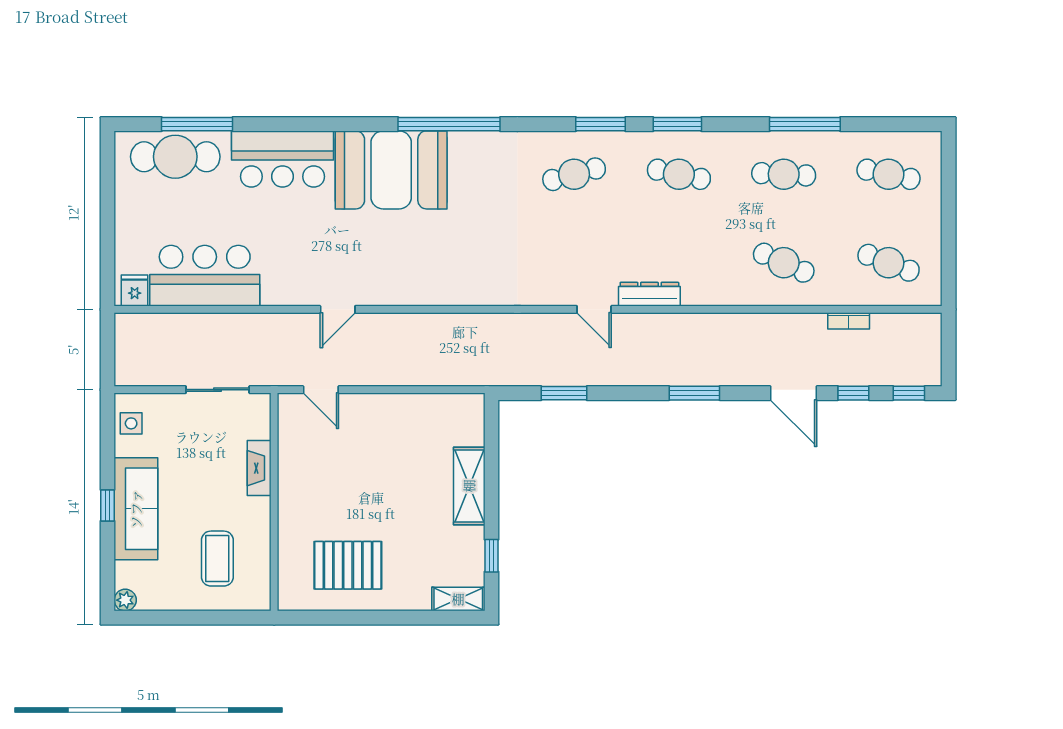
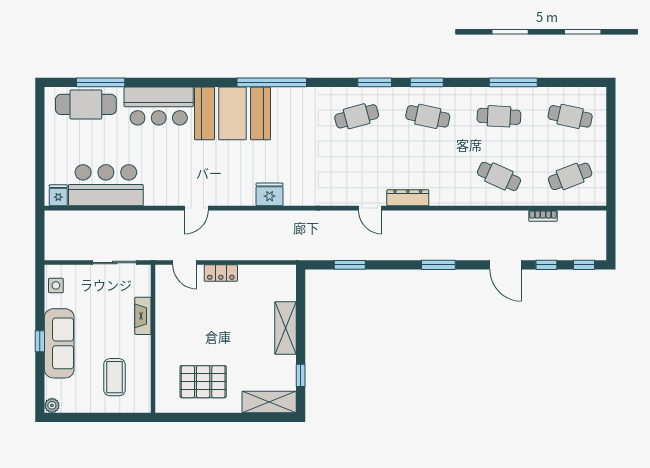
cafe table: (889, 263) -> (570, 176), turned -42
fridge: (446, 289) -> (270, 194), added
locker: (374, 405) -> (221, 273), added
shelving: (458, 599) -> (269, 402), width x1.50, depth x1.33

